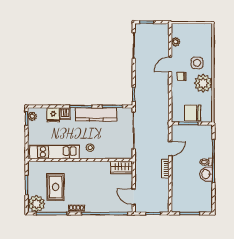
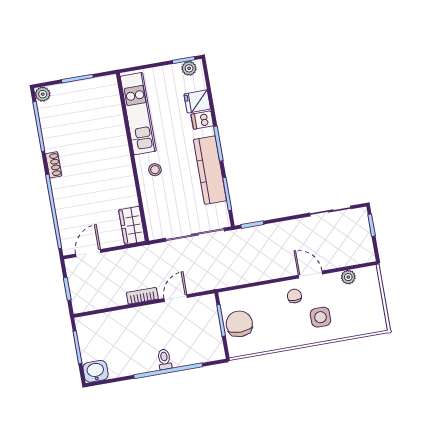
plant: (203, 83) -> (290, 333), removed
door: (170, 149) -> (176, 298), swing flipped
washbasin: (206, 174) -> (96, 371), moved
rug: (56, 187) -> (82, 126), removed
plant: (36, 204) -> (43, 94), width x0.53, depth x0.53

